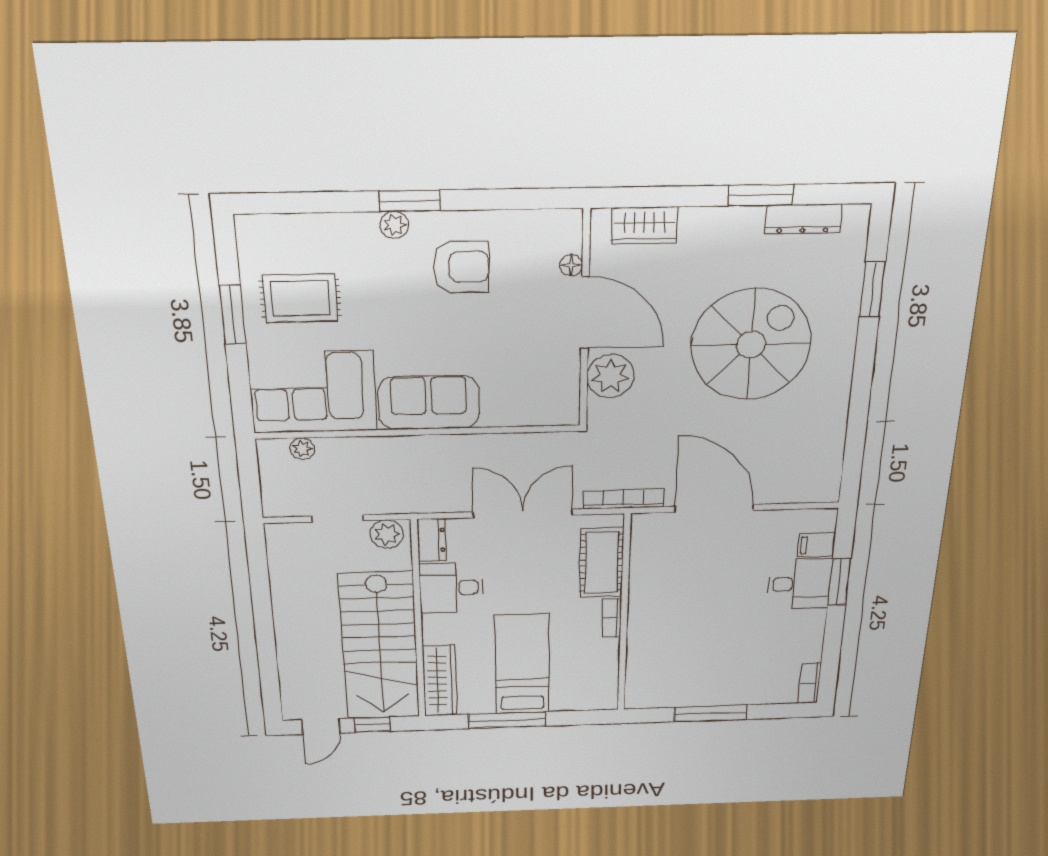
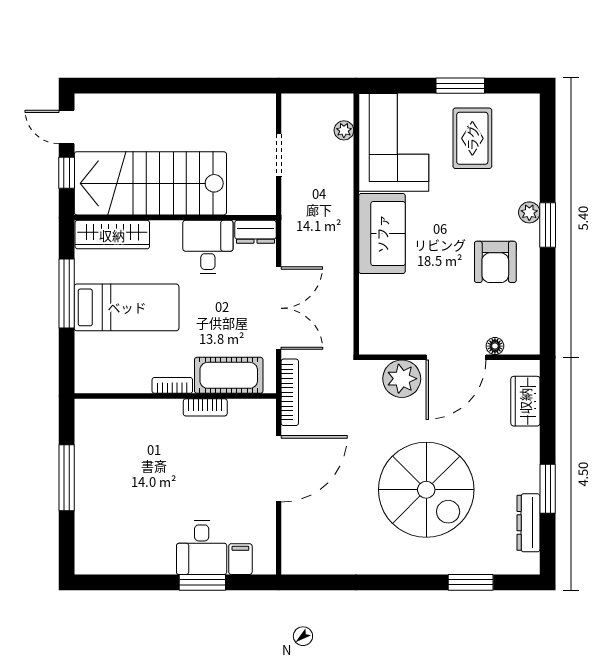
plant: (387, 534) -> (262, 195), removed
bookcase: (810, 683) -> (205, 407), moved, turned 180

